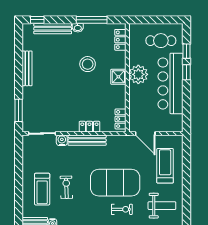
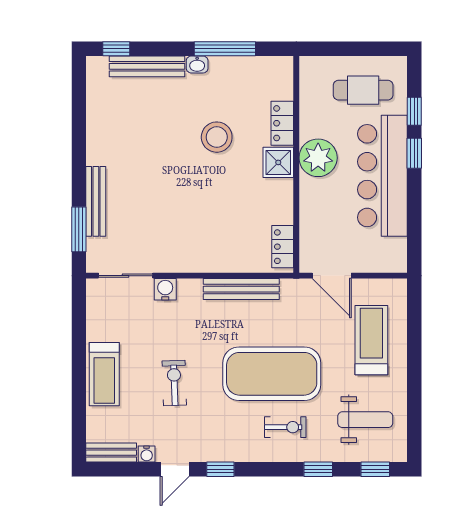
locker: (120, 40) -> (282, 123), moved
bench: (27, 68) -> (96, 201), moved
locker: (89, 127) -> (220, 262), removed
bench: (87, 140) -> (241, 289), moved
treadmill: (42, 189) -> (104, 374), moved

